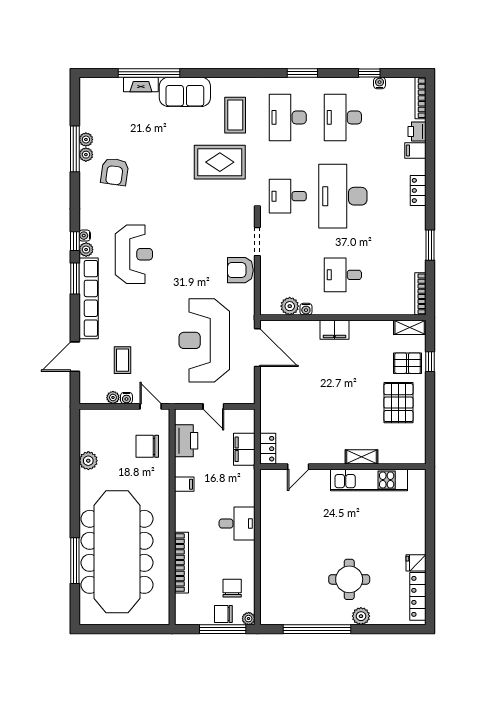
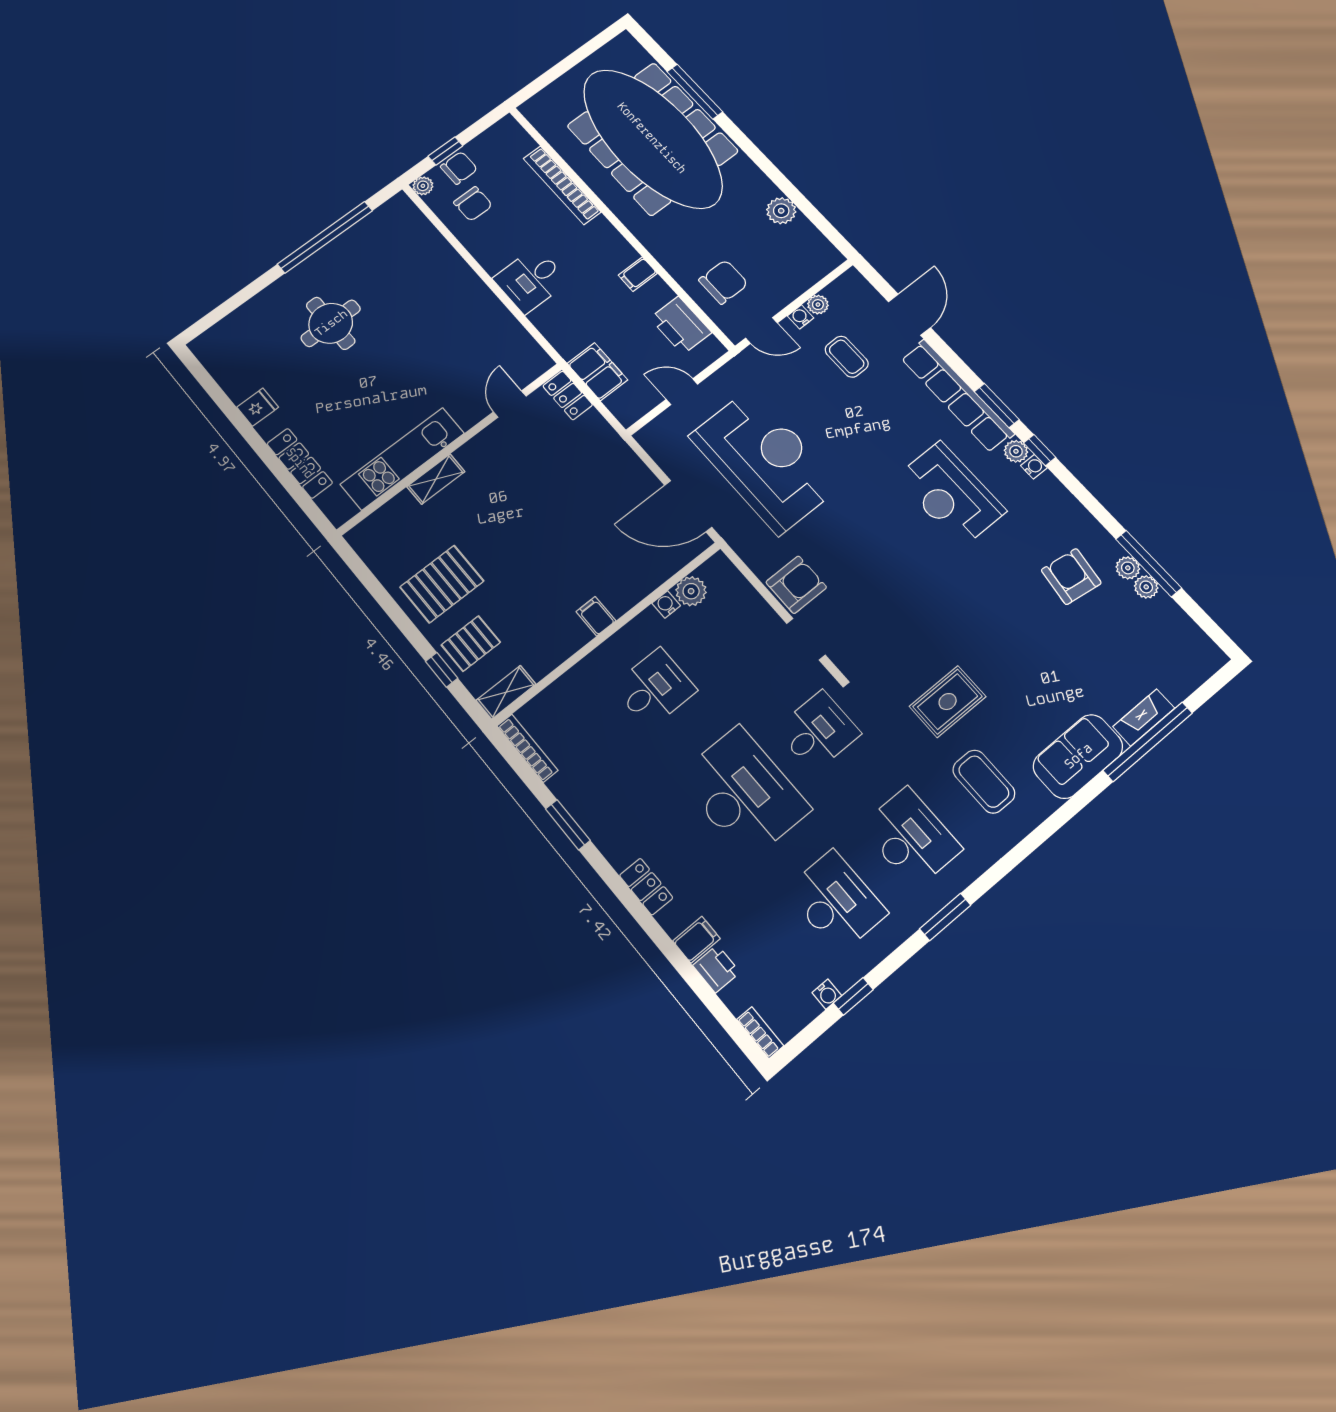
bookcase: (420, 98) -> (760, 1033), width x0.64
rug: (220, 162) -> (948, 702), width x0.73, depth x0.70
filing cabinet: (334, 330) -> (596, 616), width x0.50
pallet: (398, 403) -> (442, 584), turned 90
locker: (418, 596) -> (300, 463), moved
plant: (361, 616) -> (280, 293), removed
window: (223, 629) -> (445, 151), width x0.46

